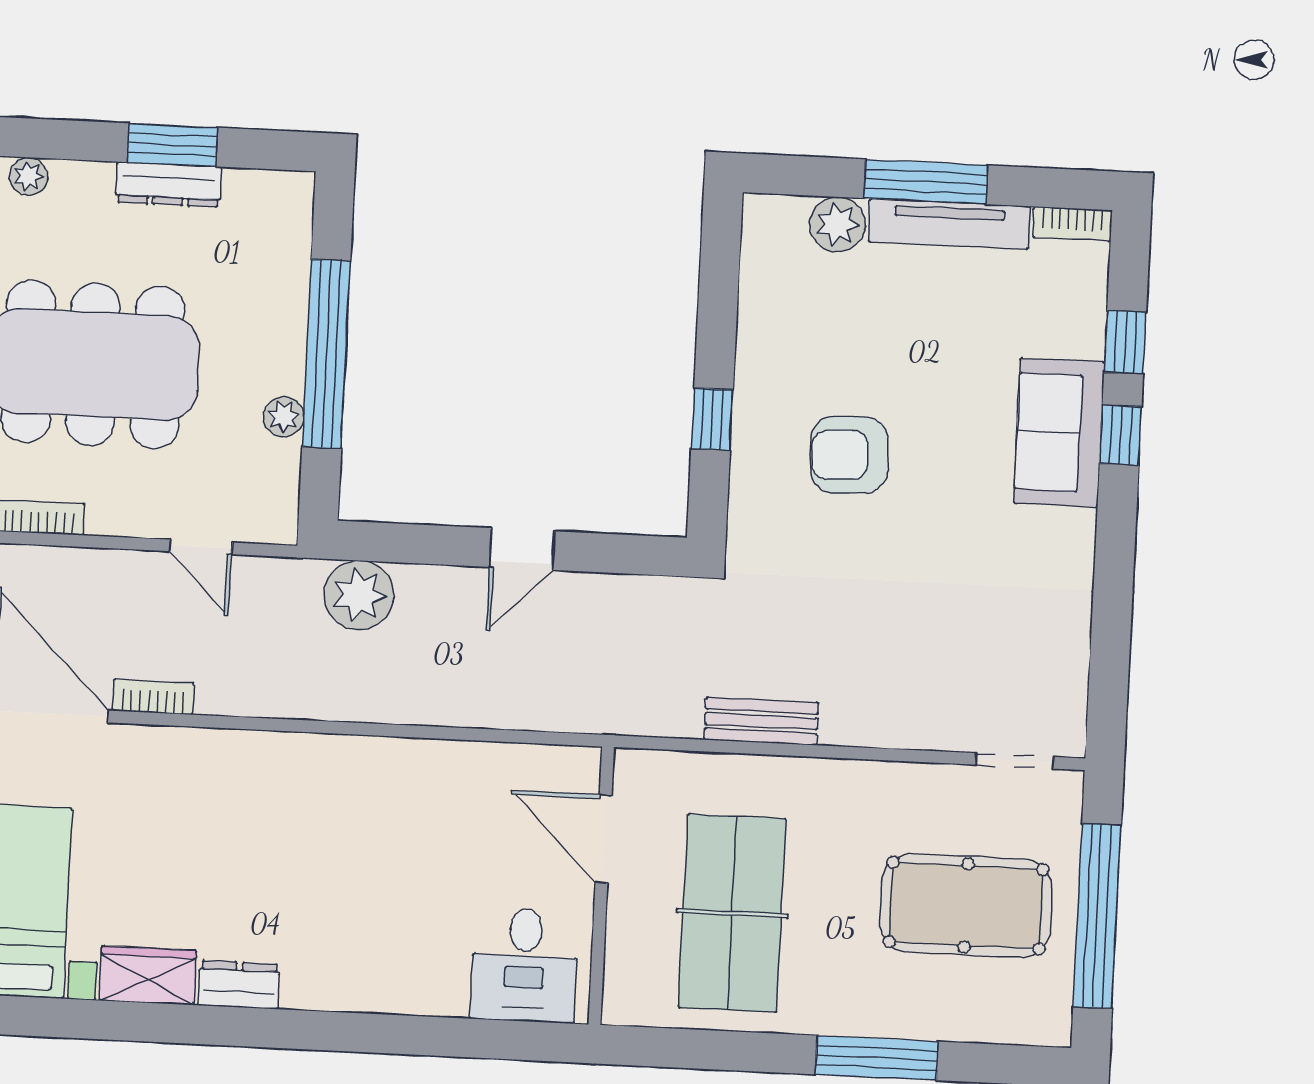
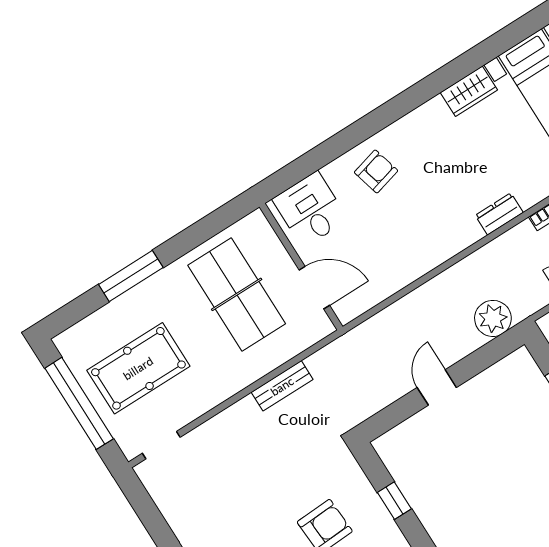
armchair: (380, 952) -> (376, 171), added
dresser: (239, 985) -> (499, 214), moved, turned 180

